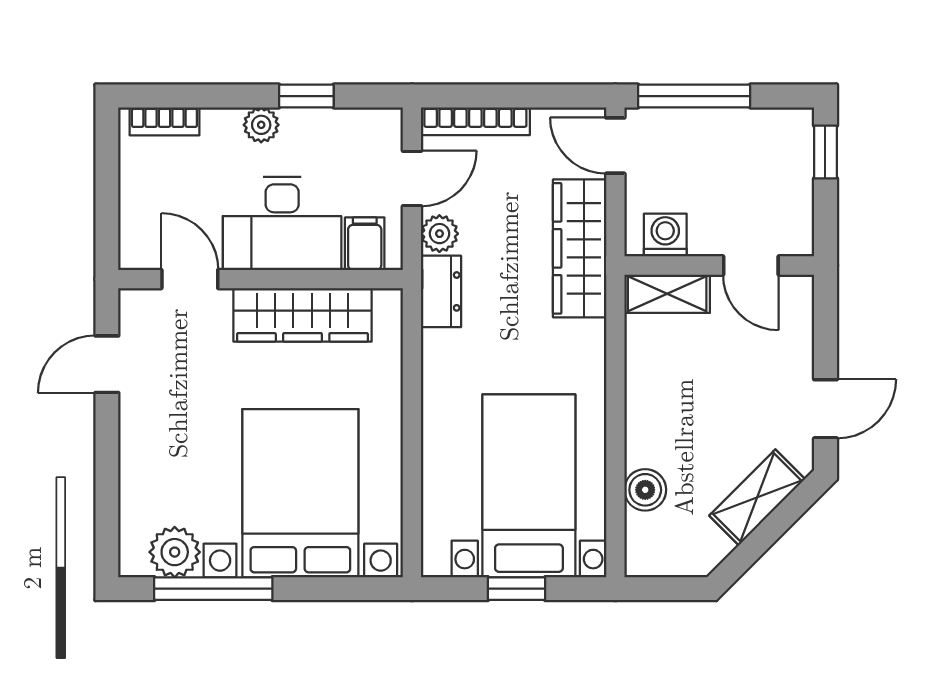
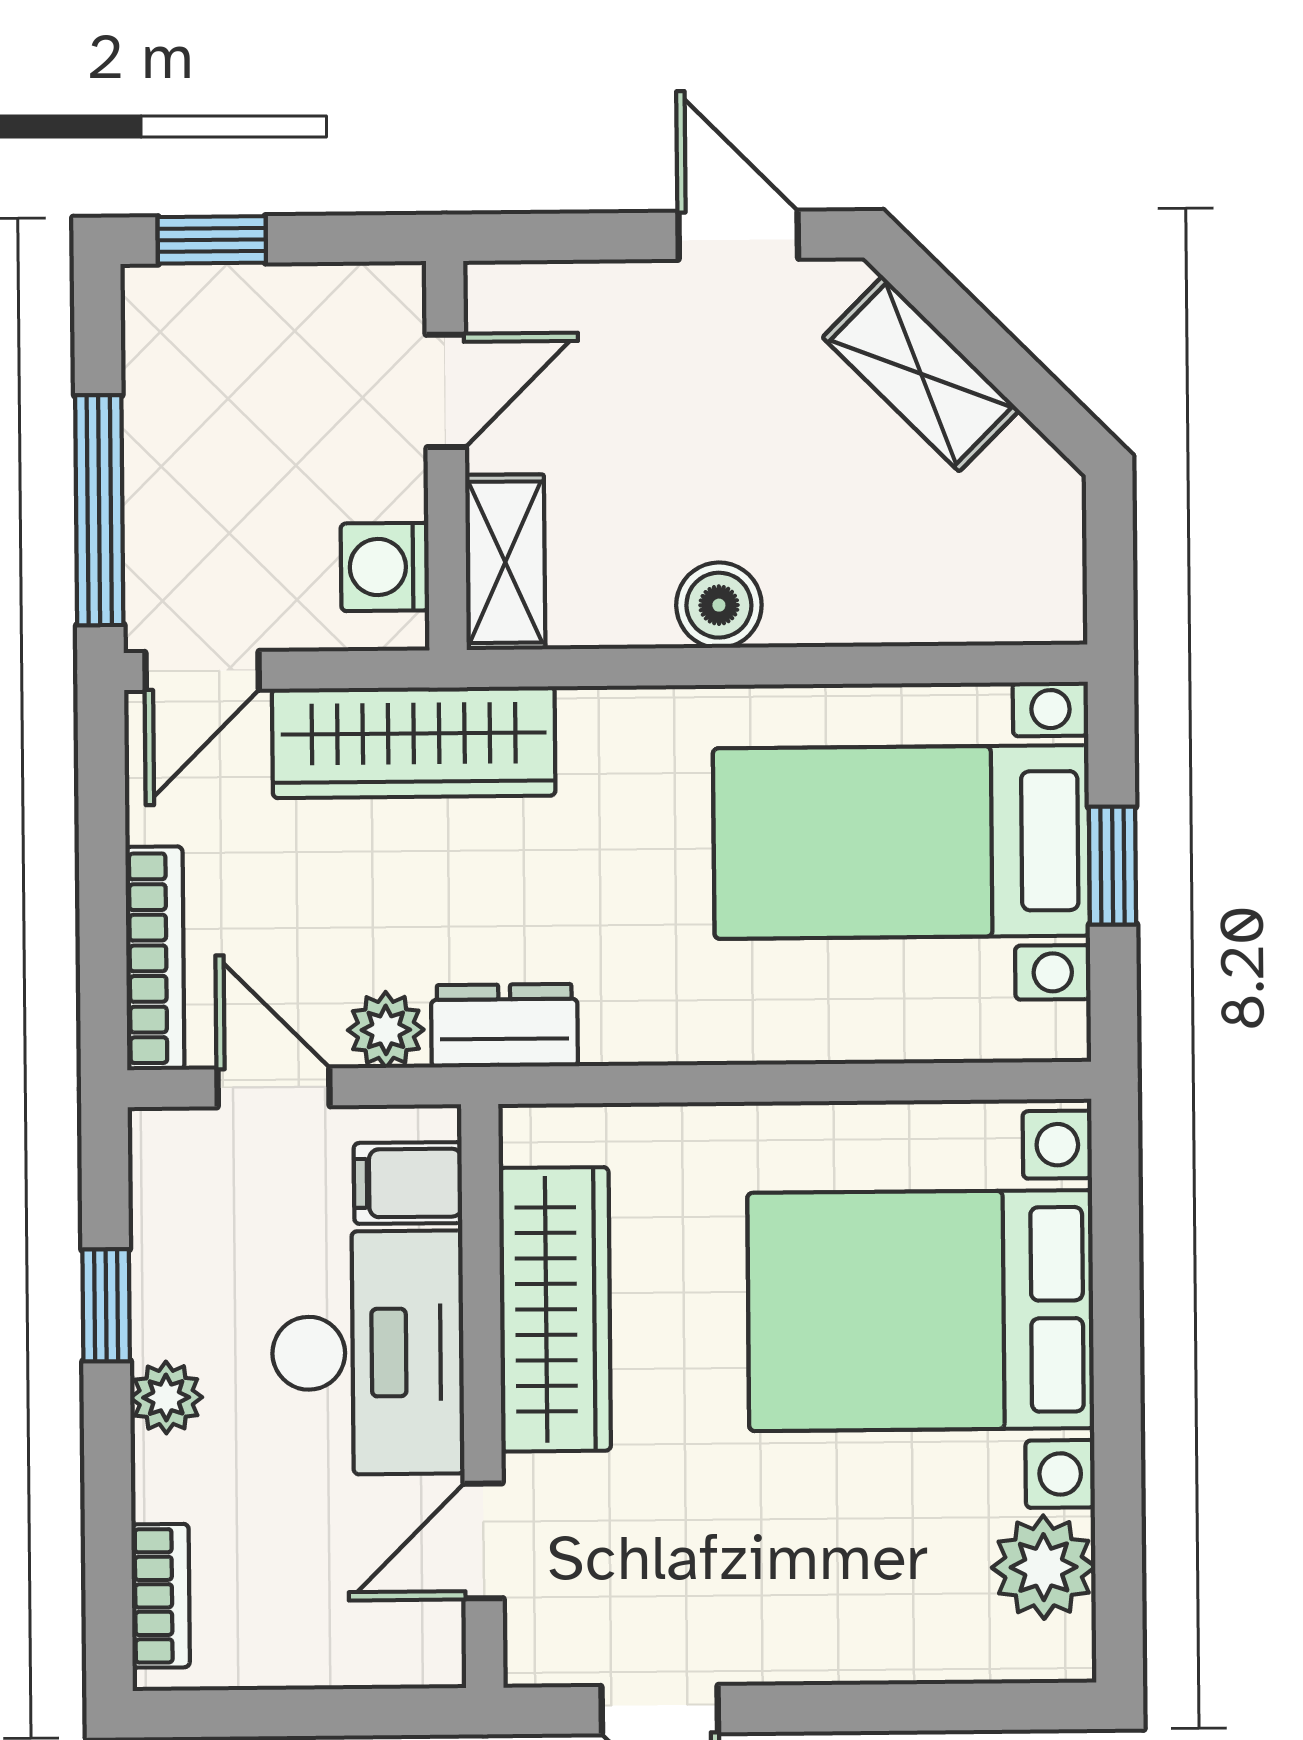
boiler: (645, 490) -> (719, 605), moved
window: (213, 589) -> (1118, 1487), removed

